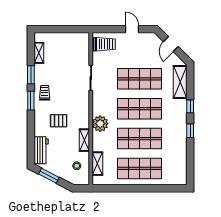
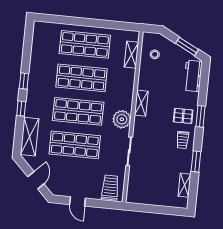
trolley: (104, 44) -> (110, 188), turned 90
window: (31, 101) -> (200, 116), moved
pallet: (59, 121) -> (183, 116), moved
plant: (100, 124) -> (122, 119), moved
shelving: (84, 140) -> (141, 103), moved

